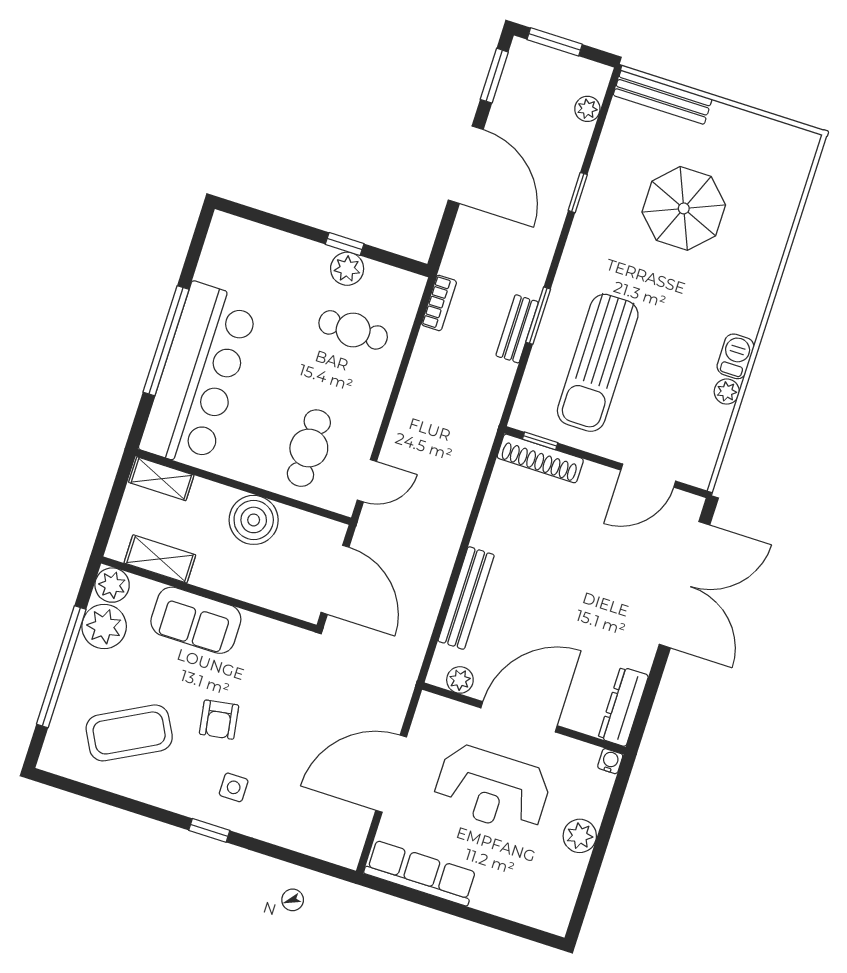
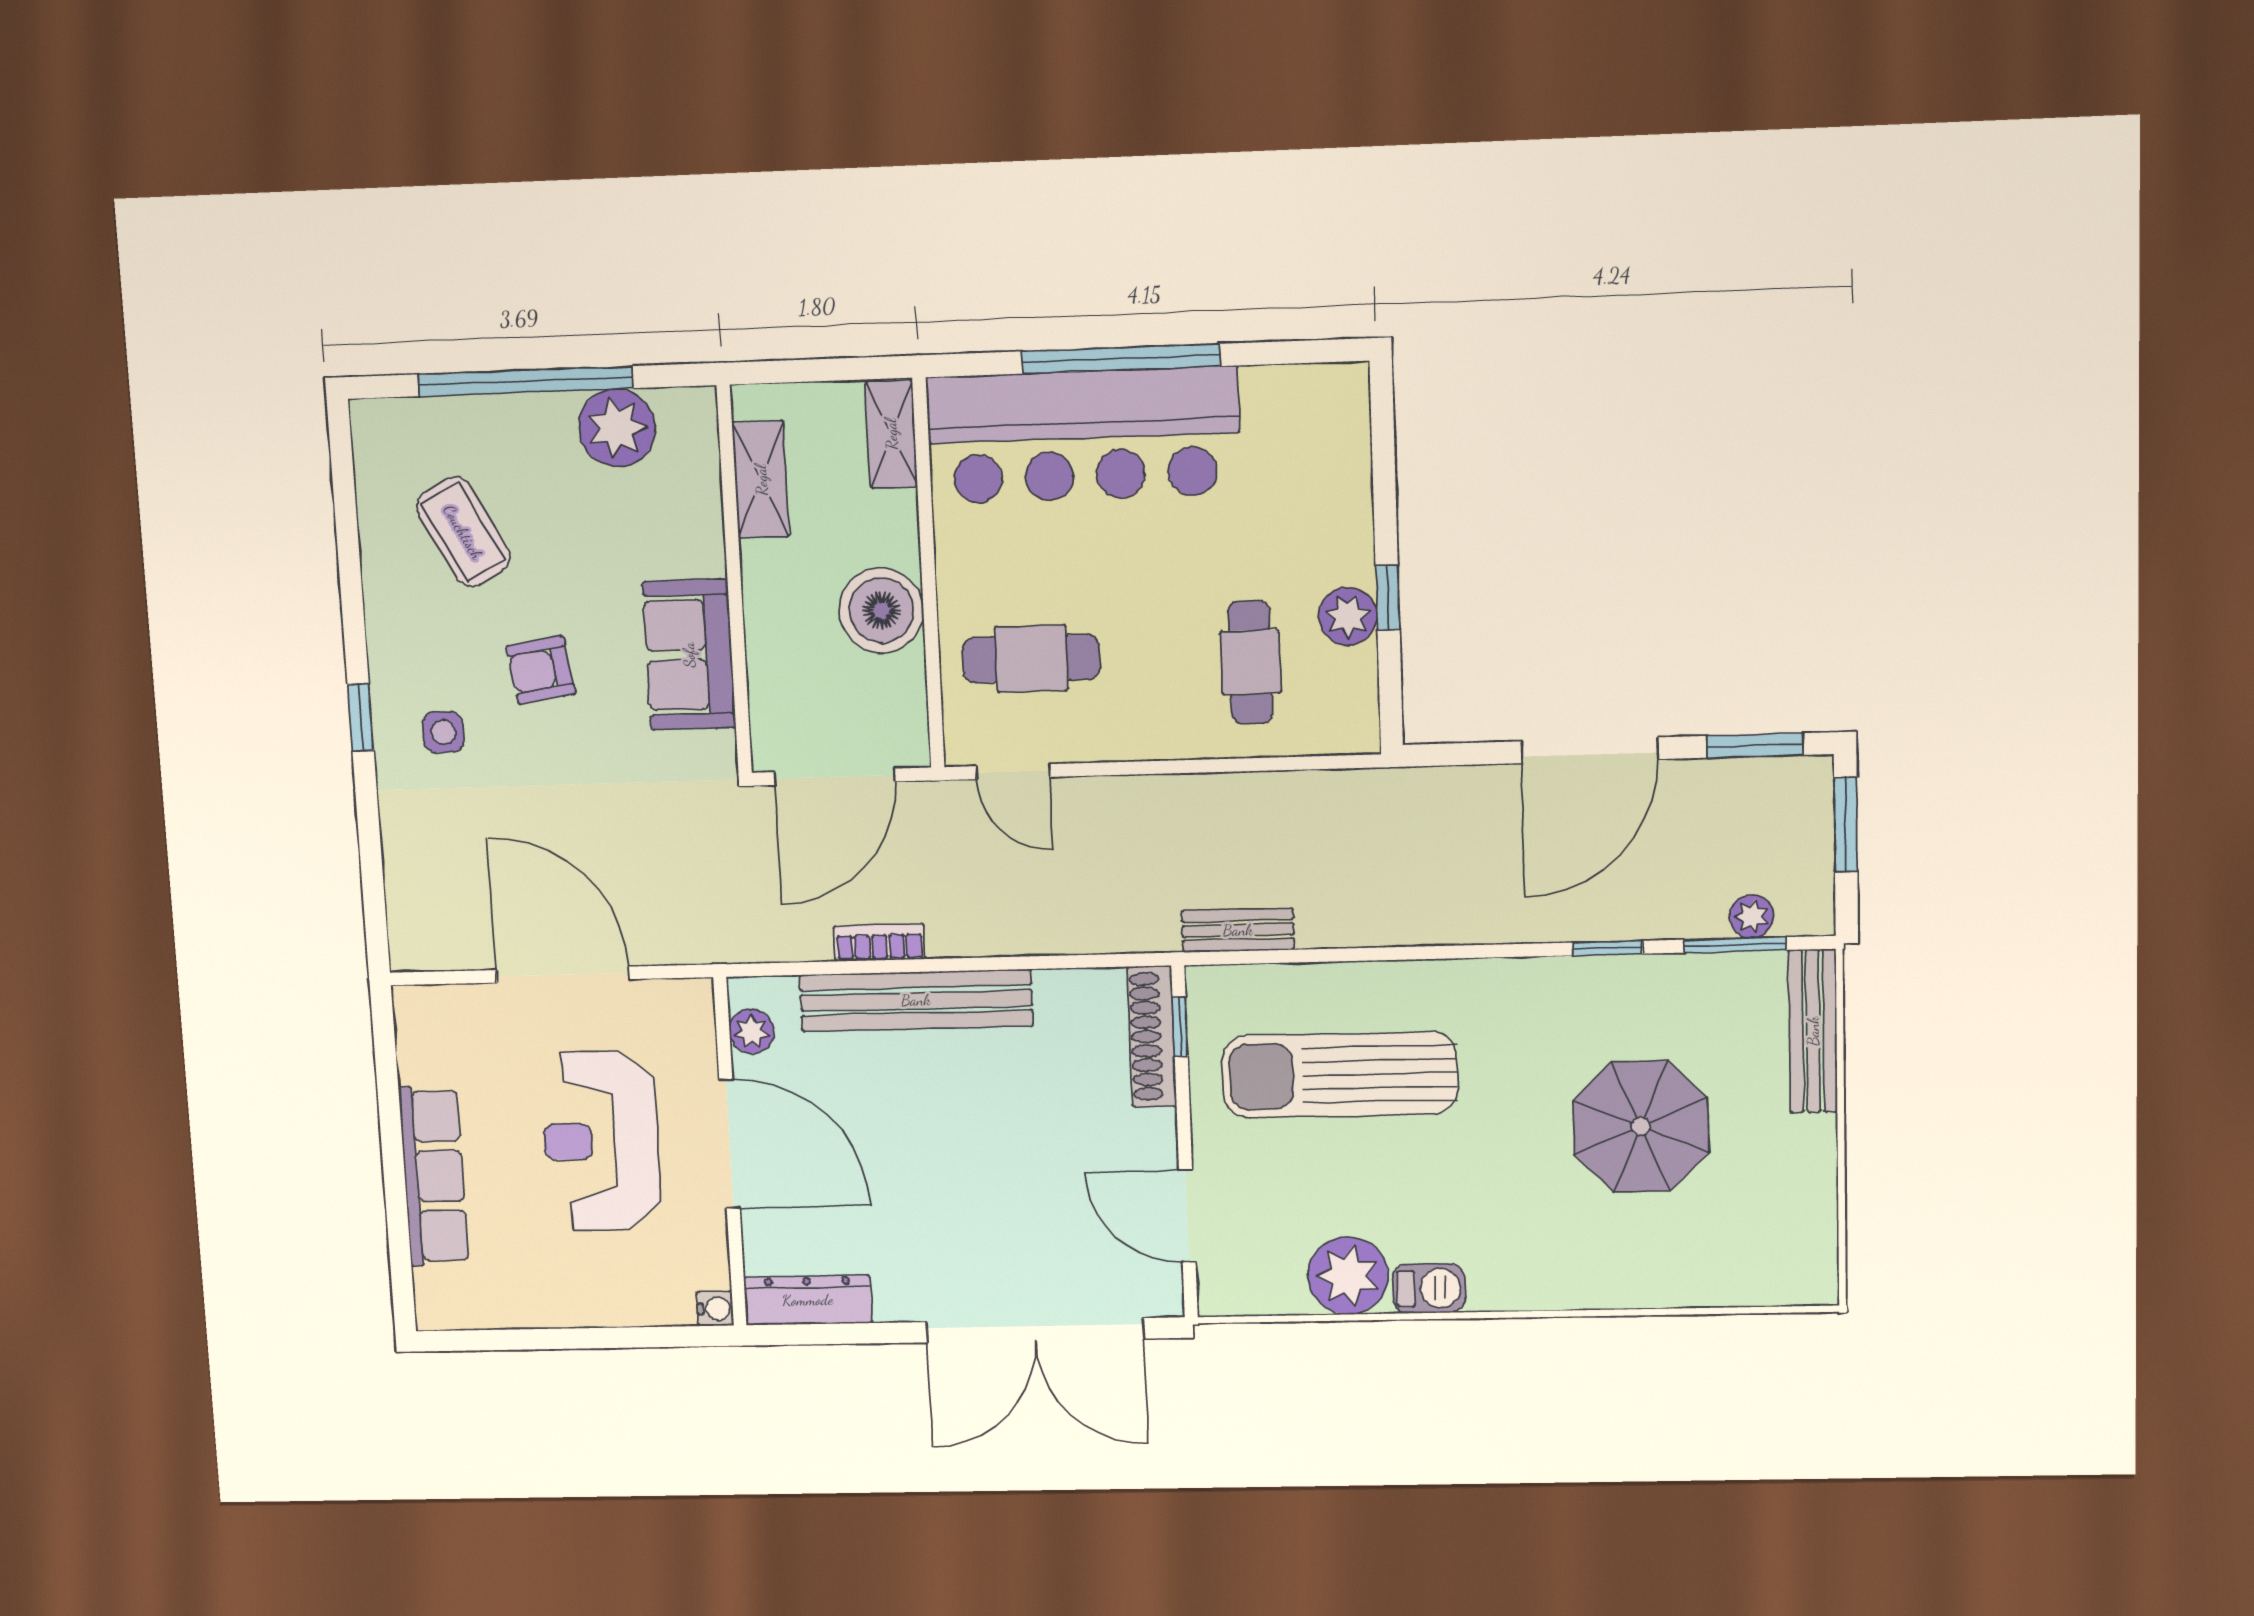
bookcase: (439, 303) -> (879, 942), moved, turned 180
window: (538, 316) -> (1735, 945), moved
bench: (517, 329) -> (1238, 930), moved
plant: (727, 392) -> (1348, 1276), width x1.88, depth x1.88
plant: (112, 585) -> (689, 416), removed
bench: (466, 598) -> (916, 1000), width x1.37, depth x1.21
sofa: (196, 620) -> (689, 655), moved
coffee table: (129, 733) -> (463, 532), width x0.73, depth x0.76
plant: (580, 836) -> (581, 1301), removed
row of seats: (421, 873) -> (434, 1176), moved

